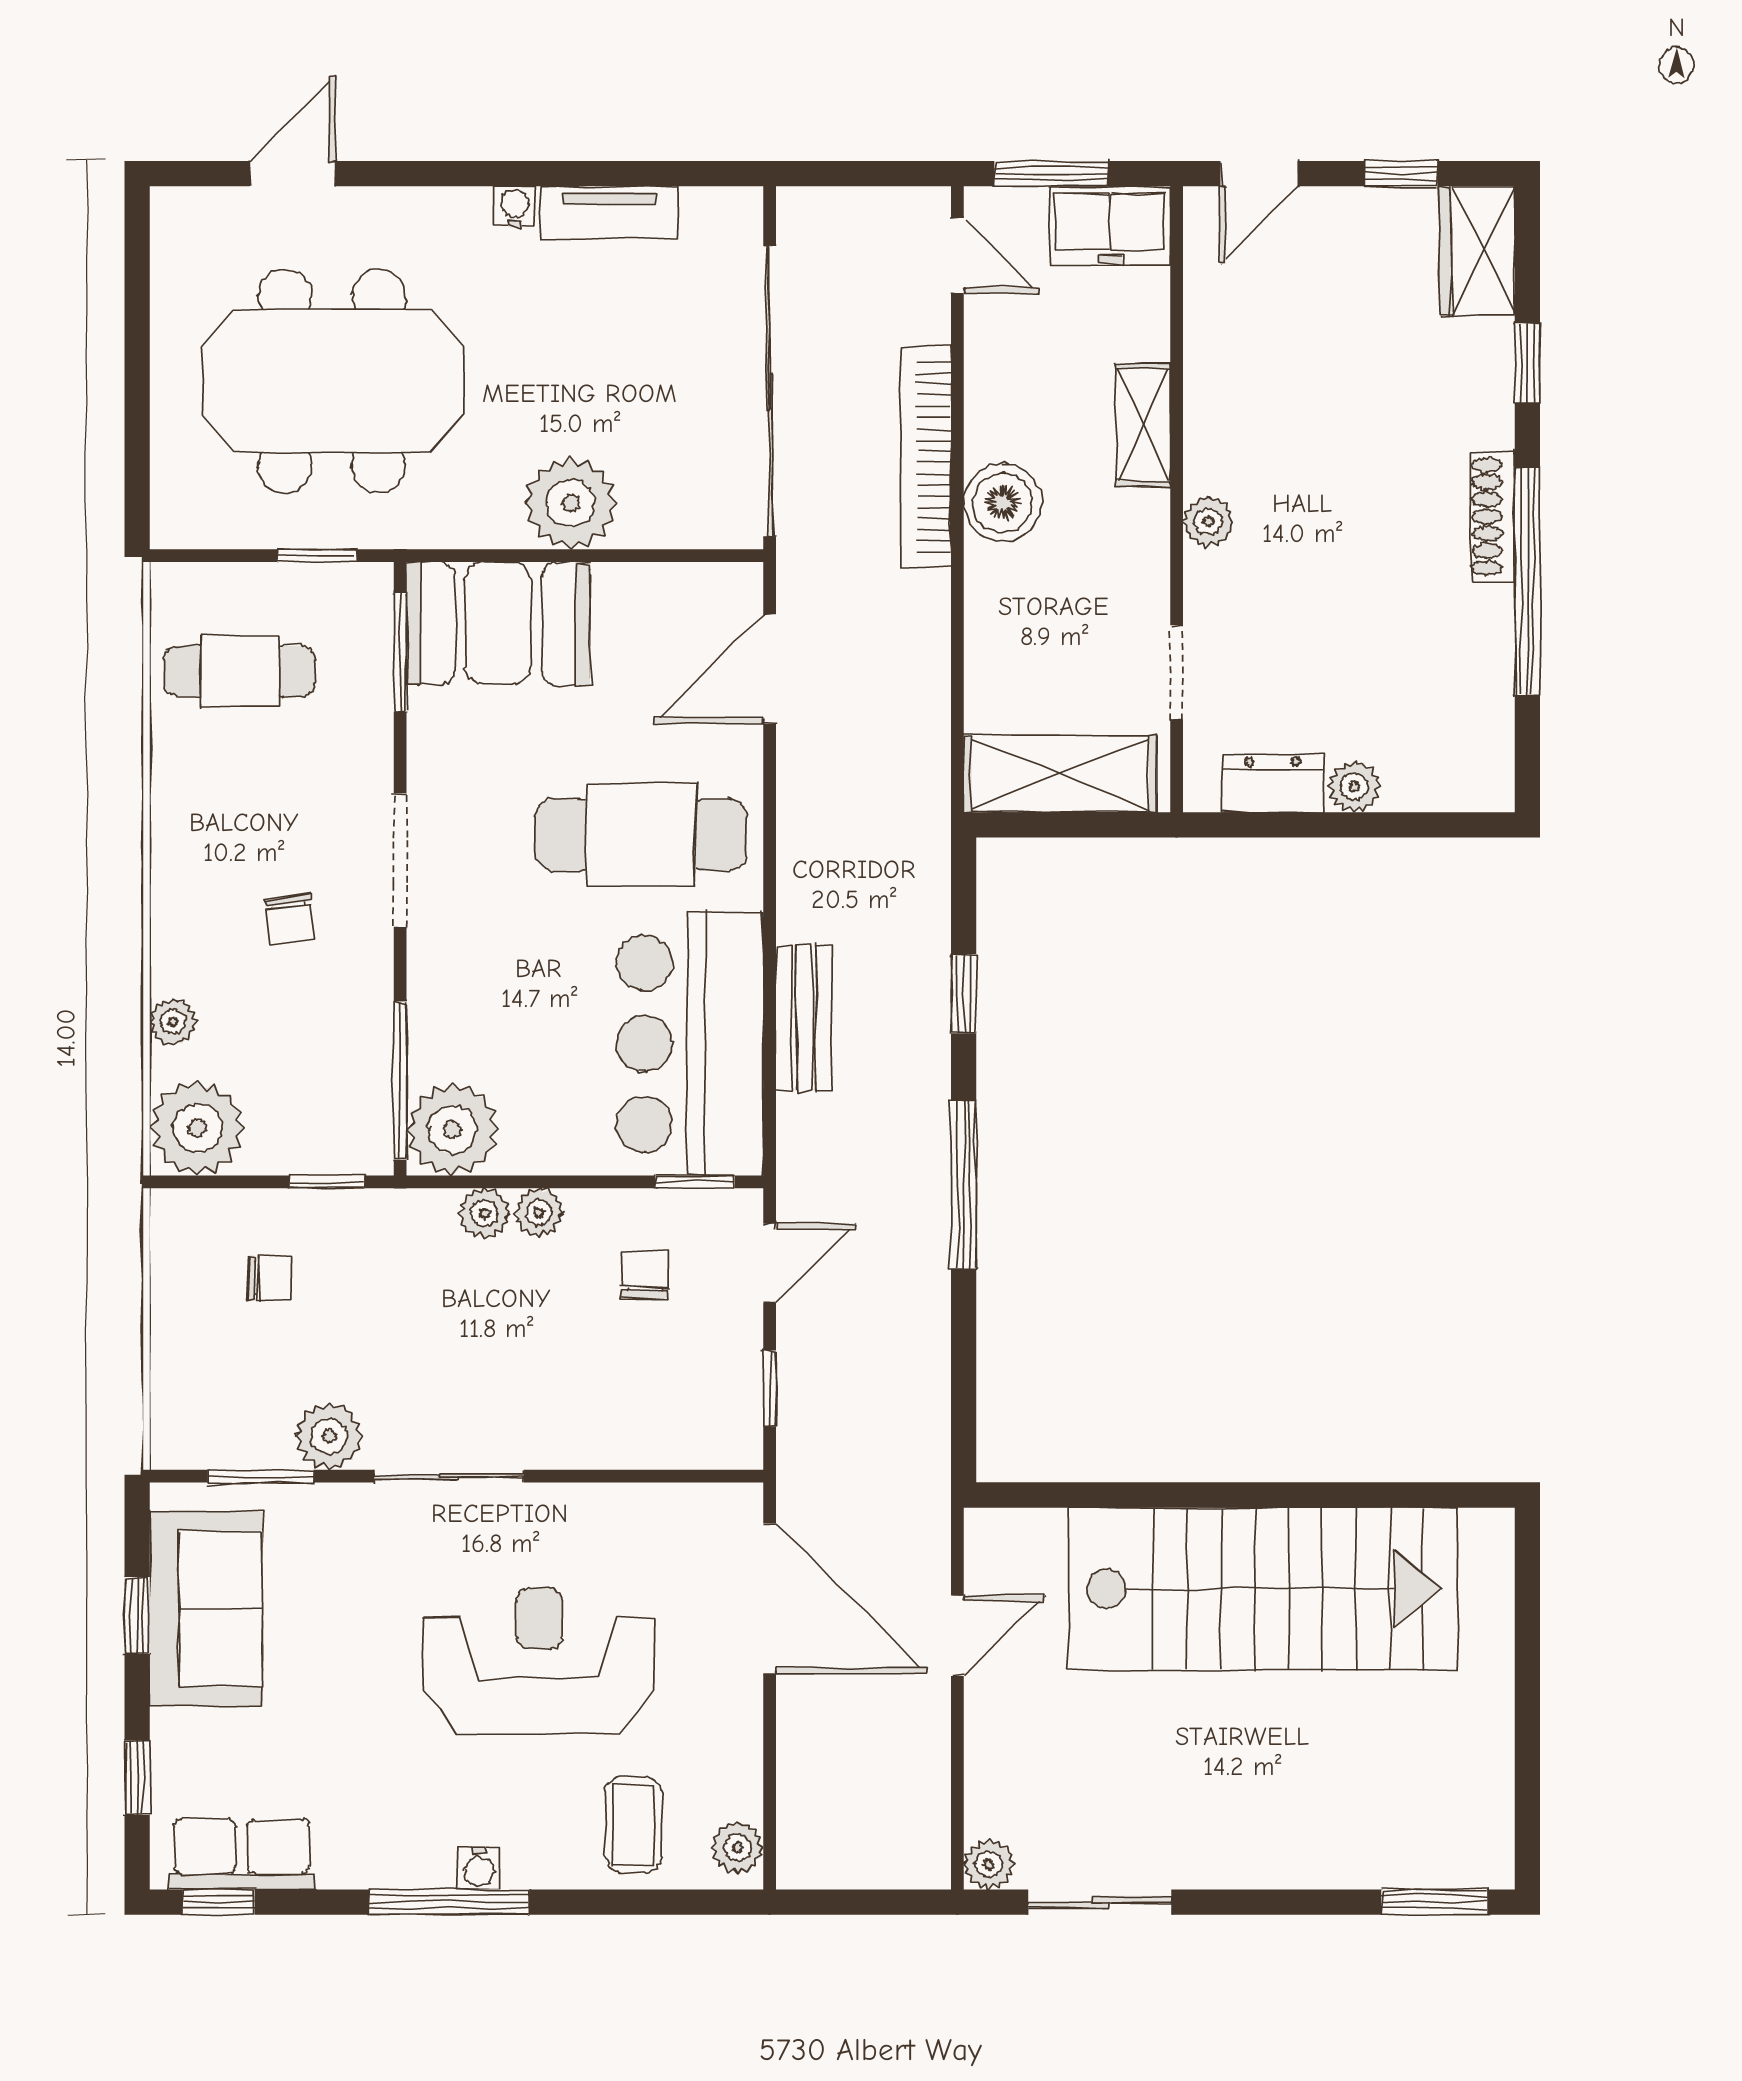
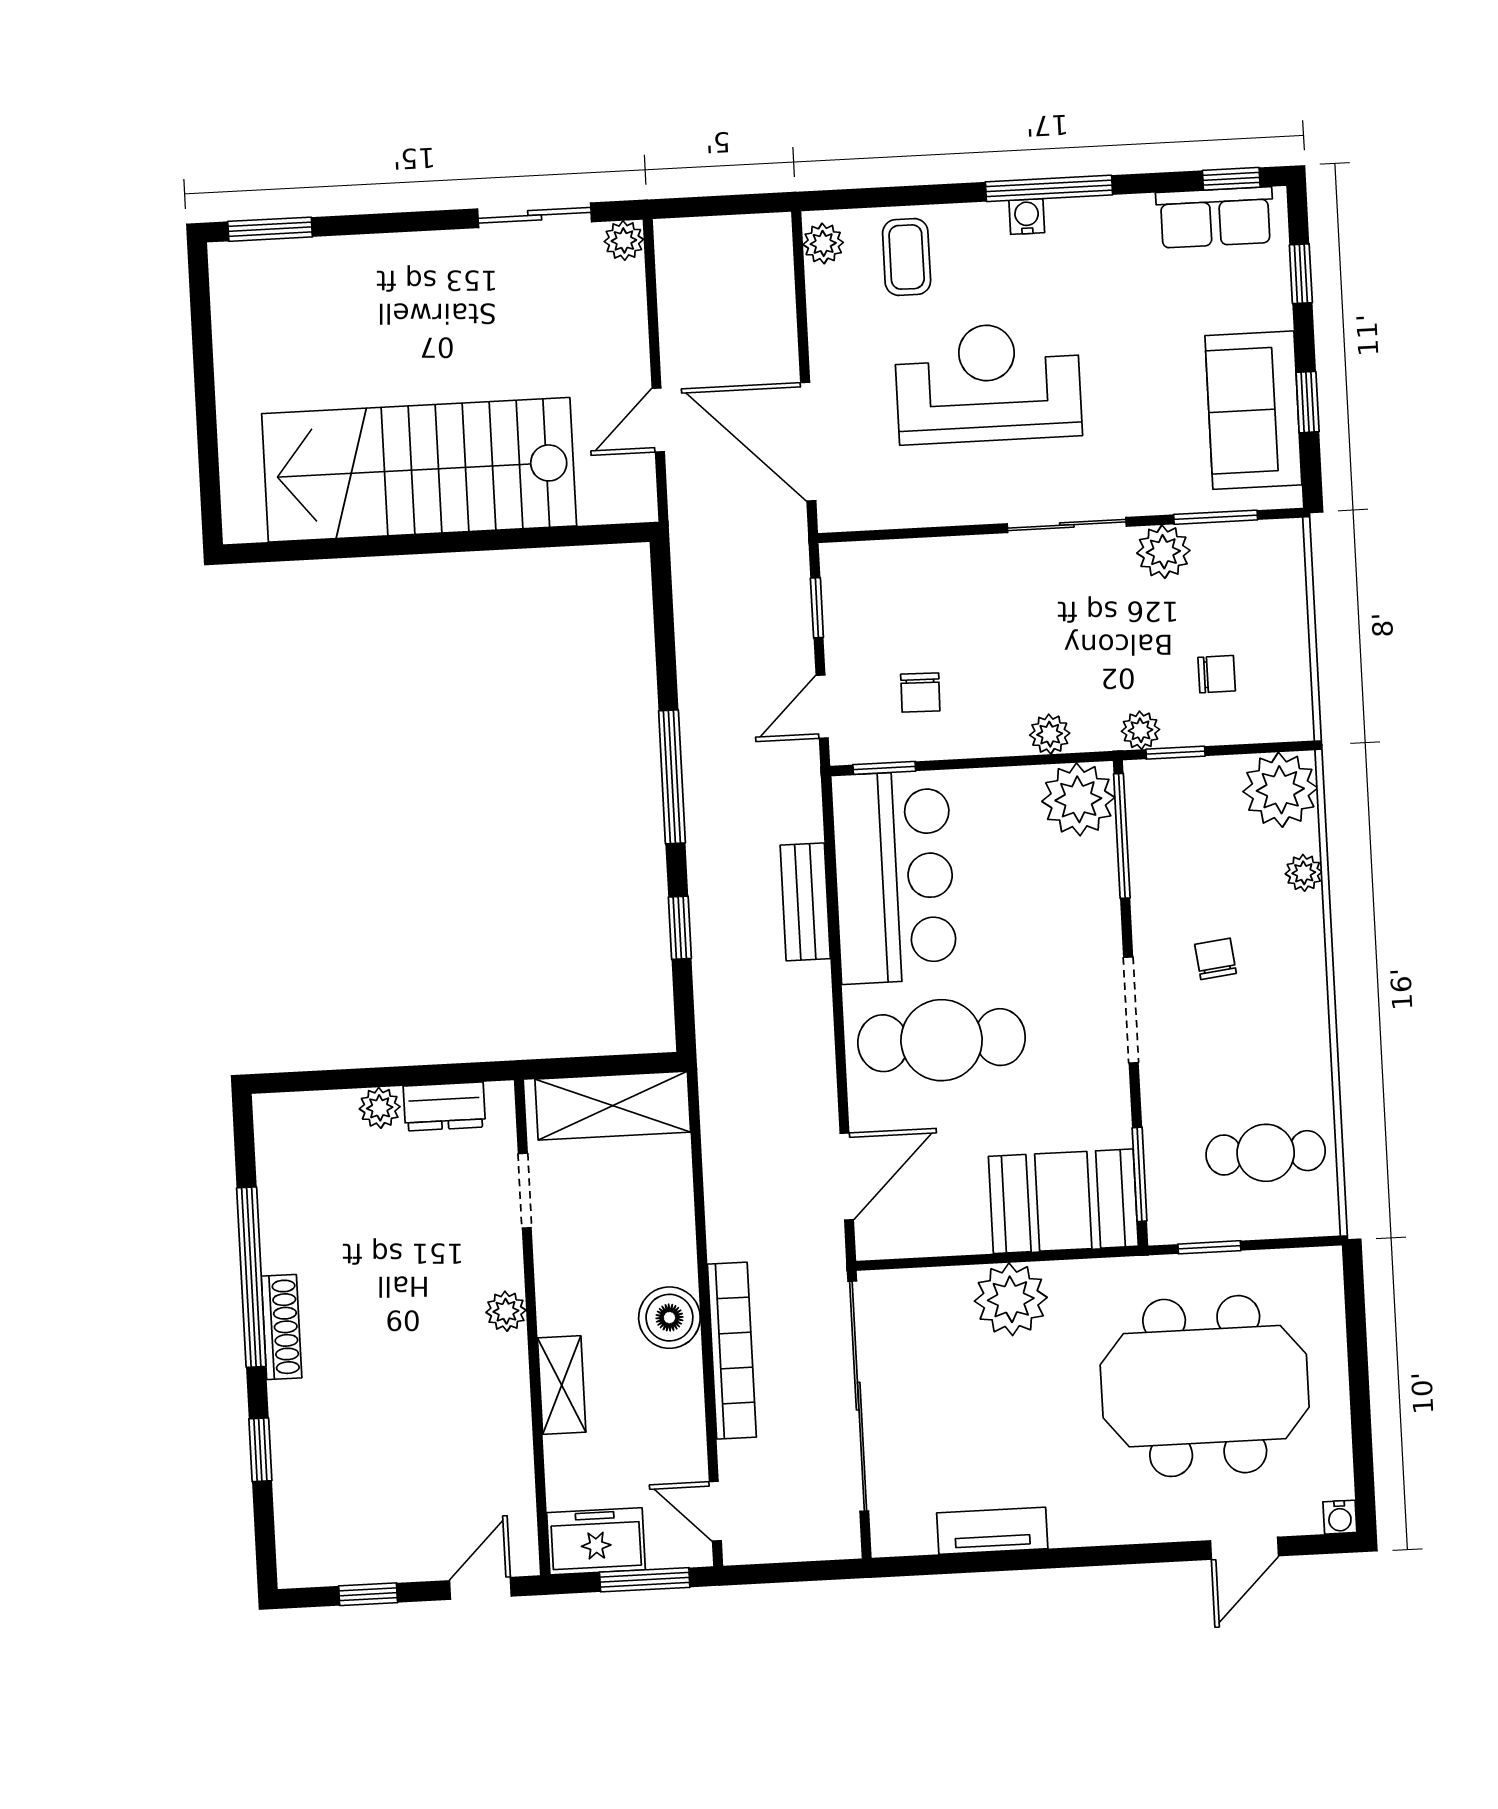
water cooler: (515, 207) -> (1340, 1517), moved
wardrobe: (1477, 251) -> (305, 1536), removed
plant: (539, 1212) -> (1140, 730), moved
chair: (270, 1278) -> (1217, 674), turned 180
reception desk: (539, 1661) -> (988, 383), turned 180

